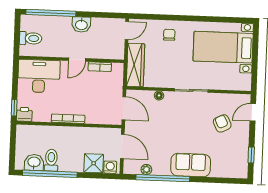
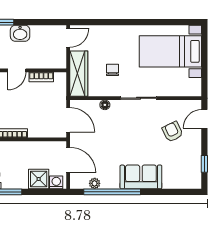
chair: (169, 35) -> (113, 70), moved

